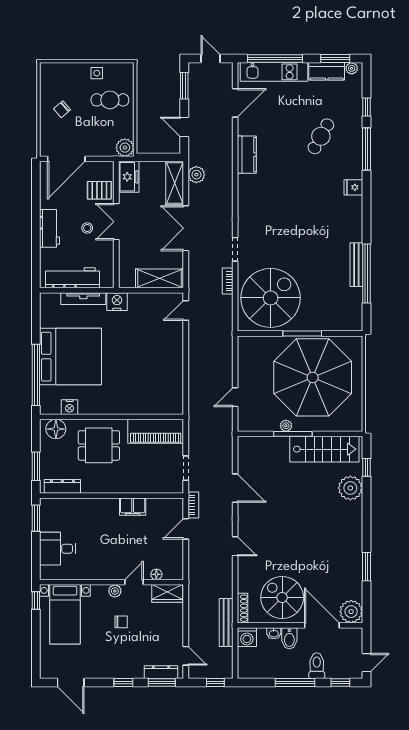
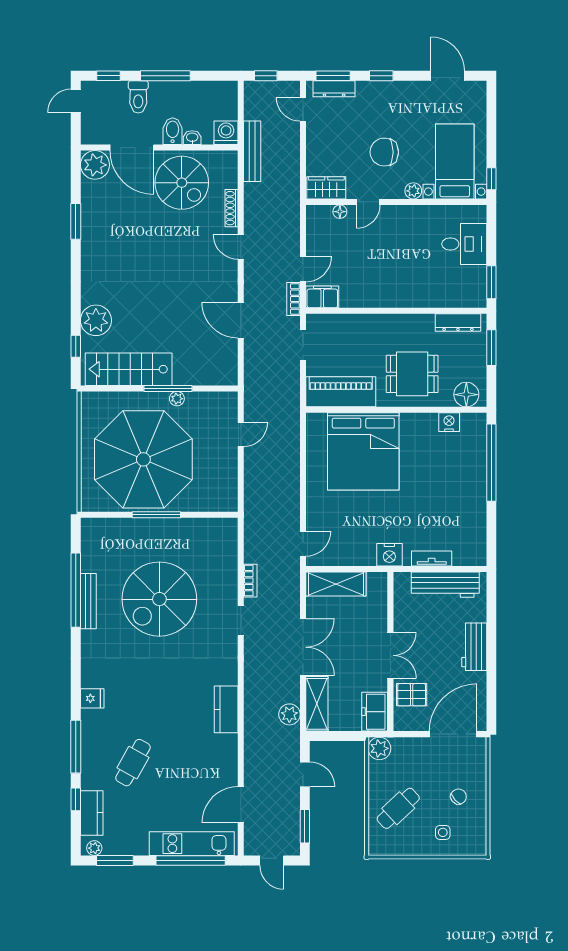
kitchen counter: (327, 71) -> (92, 813), moved, turned 90
side table: (97, 73) -> (443, 832), moved
cafe table: (110, 100) -> (398, 808), turned -43
kitchen counter: (247, 155) -> (226, 709), moved
stool: (87, 228) -> (427, 647), removed
spiral stairs: (271, 298) -> (159, 599), moved
tv unit: (83, 299) -> (432, 559), width x0.71
bed: (71, 357) -> (363, 451), moved, turned -90
filing cabinet: (133, 507) -> (322, 297), moved
plant: (115, 591) -> (413, 191), moved
shoe rack: (243, 608) -> (232, 208), moved
chair: (121, 622) -> (384, 152), width x1.87, depth x1.87

